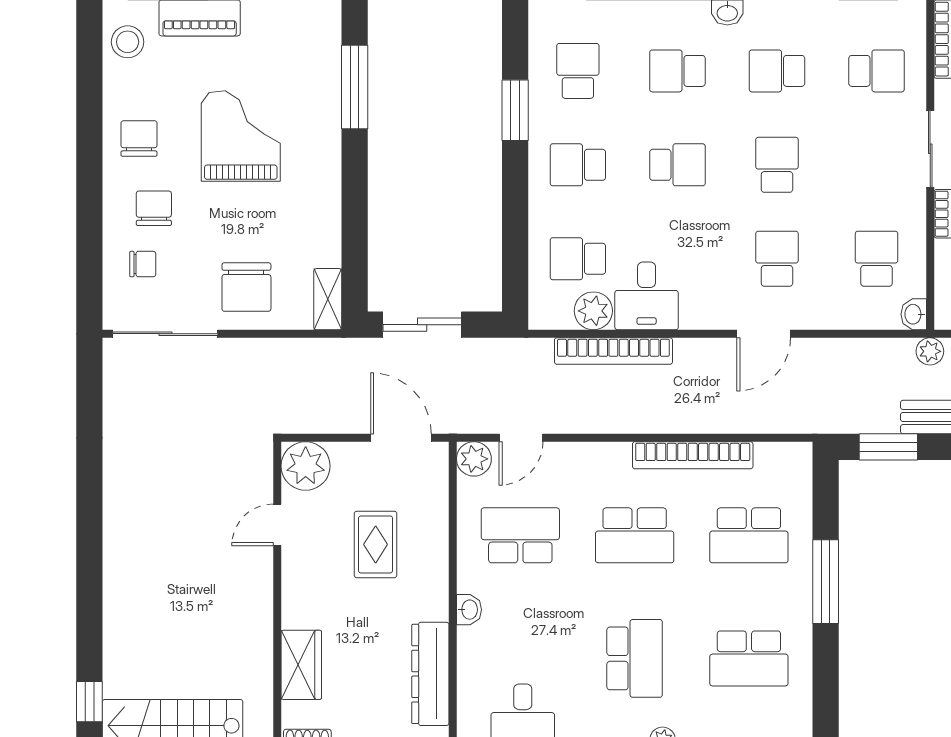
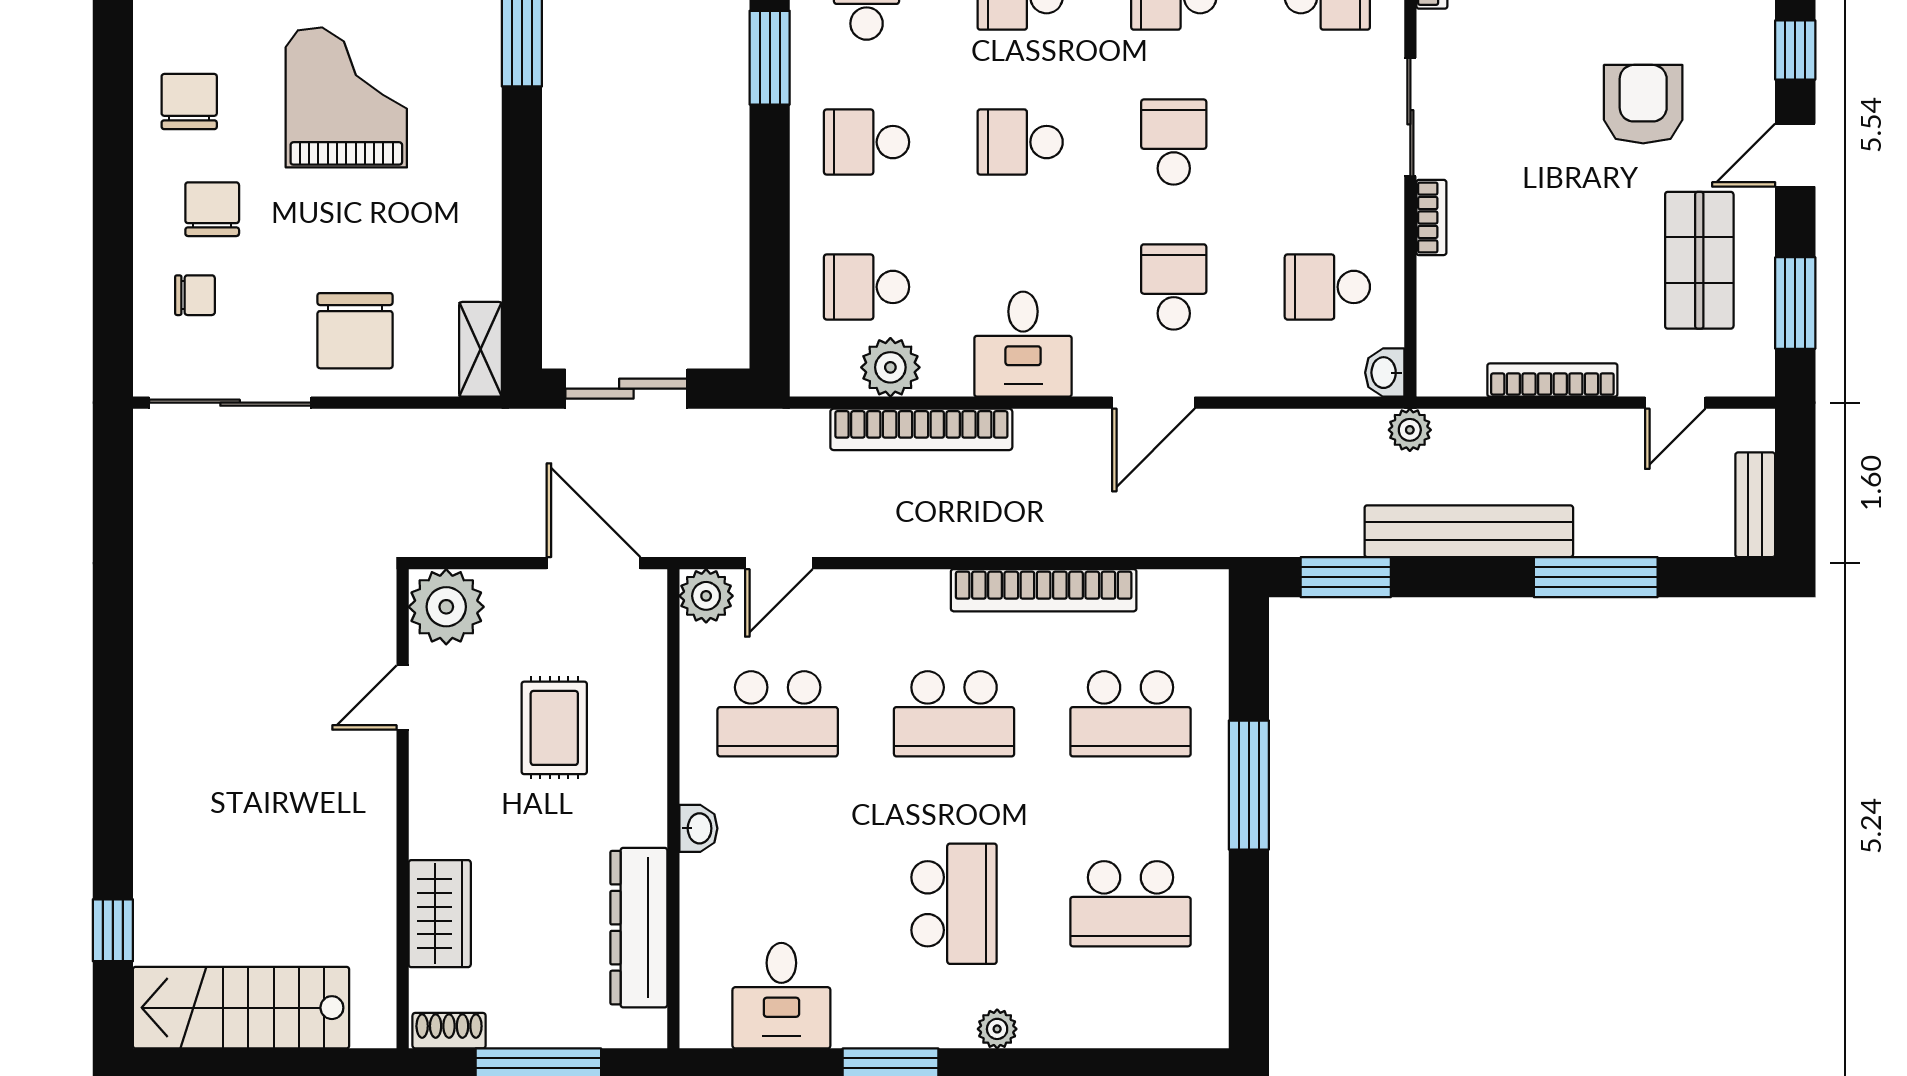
school desk: (677, 165) -> (1020, 142), turned 180
school desk: (877, 259) -> (1327, 287), turned -90
desk: (647, 296) -> (1023, 344), moved
school desk: (520, 535) -> (778, 714), turned 180
window: (89, 702) -> (113, 930), moved

